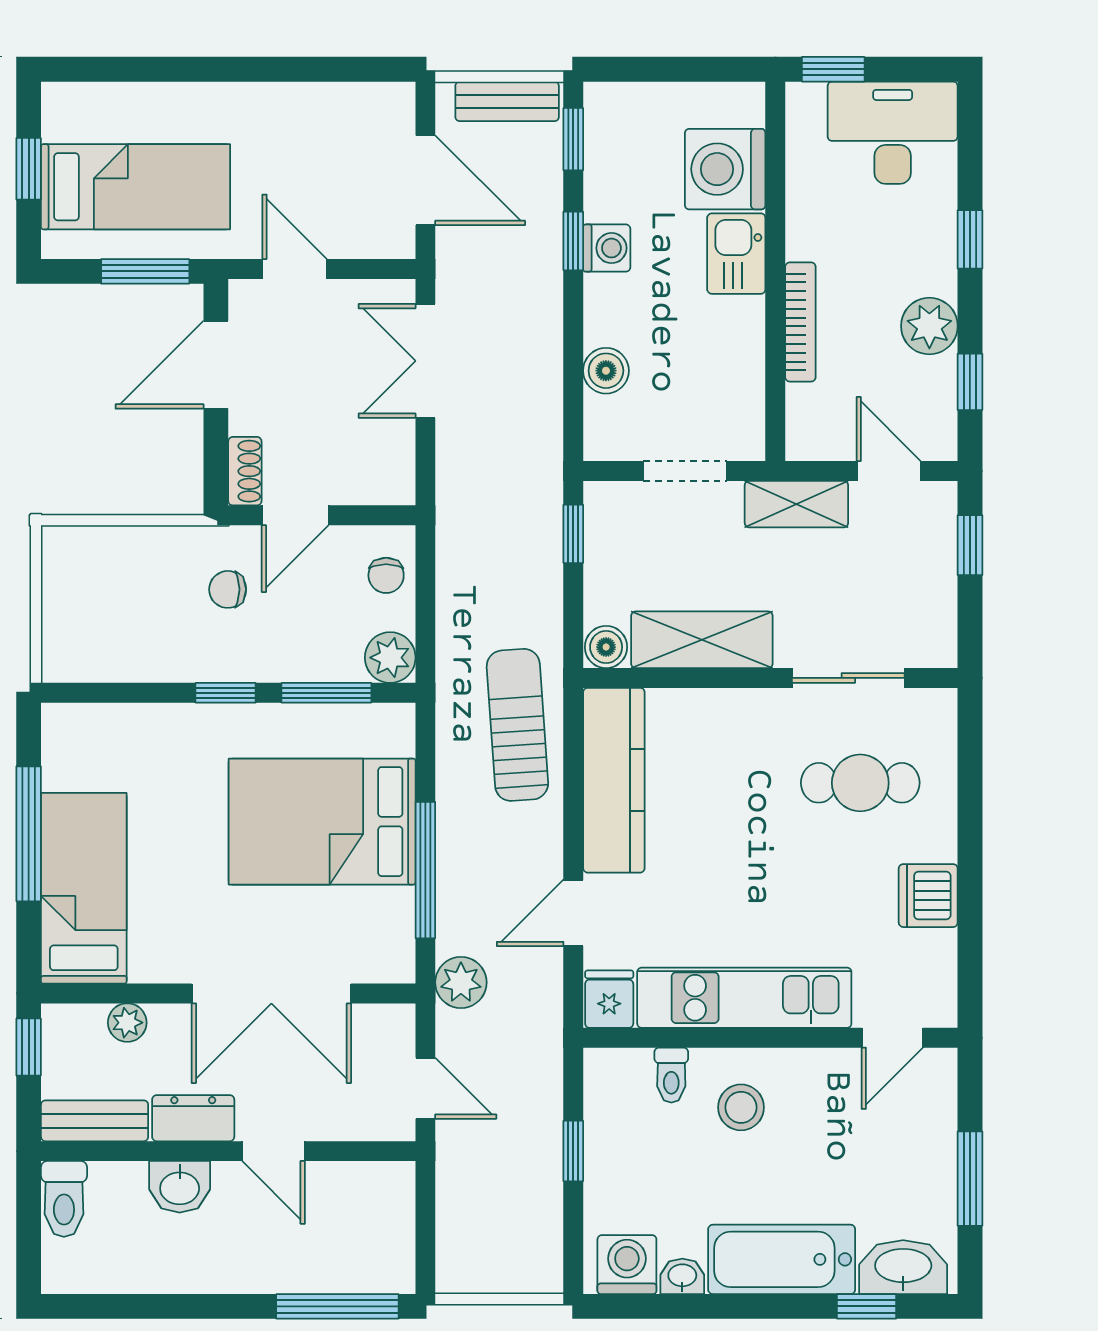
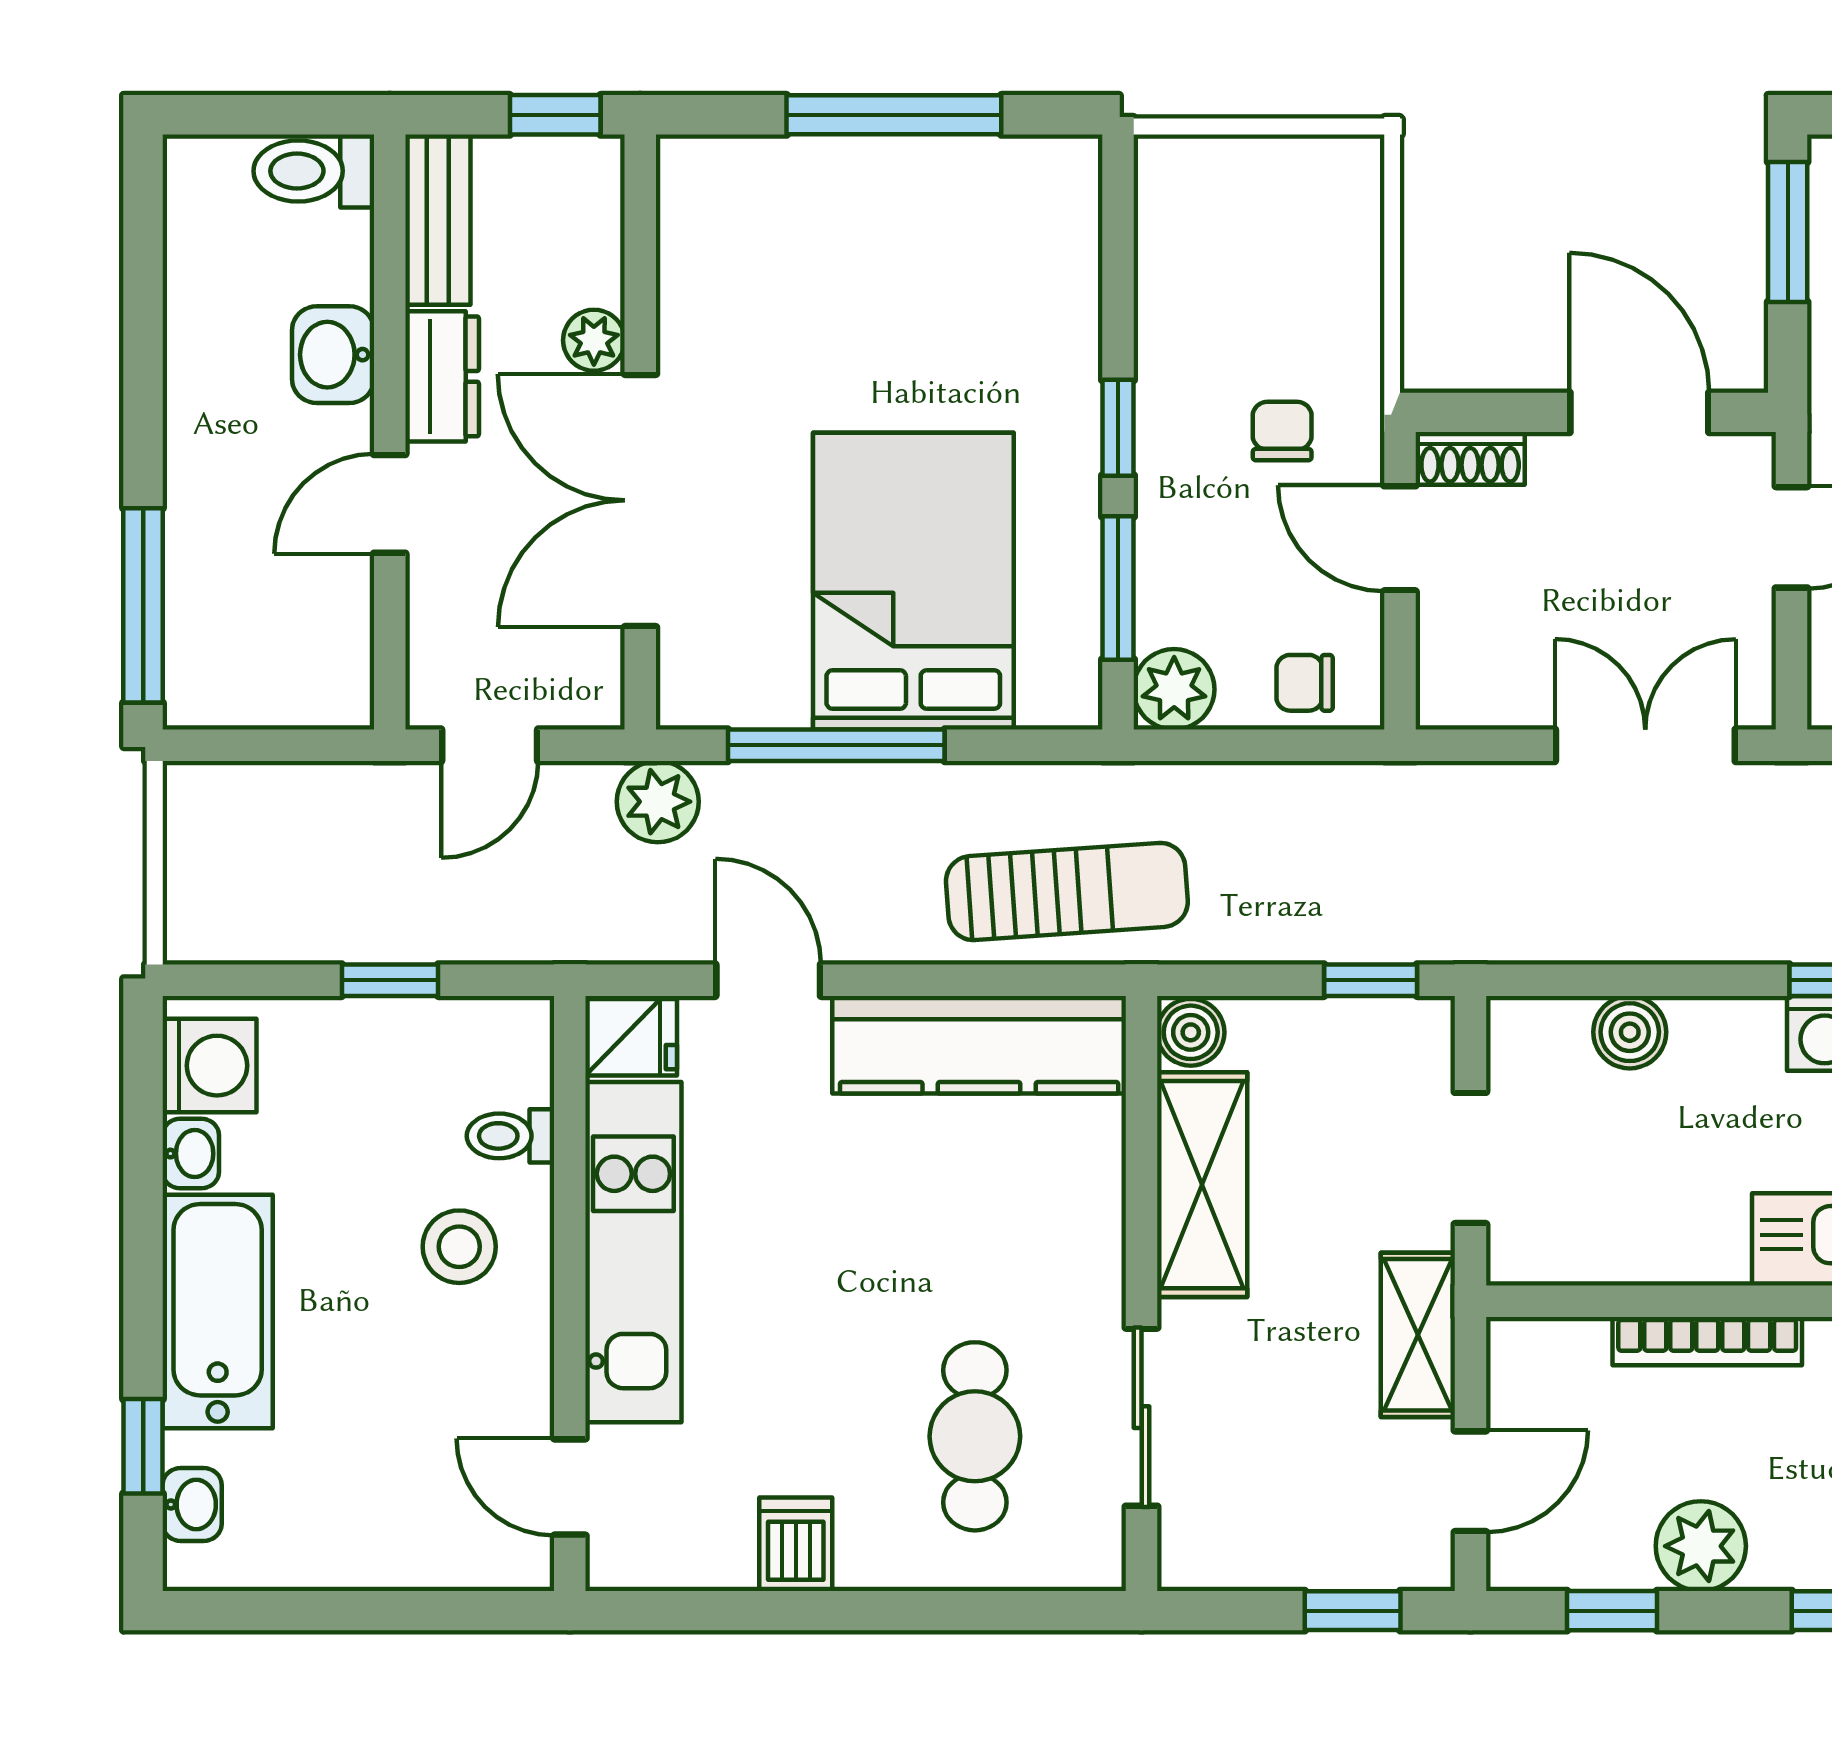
window: (145, 271) -> (1788, 232), moved
bed: (84, 888) -> (807, 203), removed
dishwasher: (928, 896) -> (796, 1544), width x0.73
plant: (127, 1023) -> (594, 340), moved
window: (970, 1179) -> (346, 1611), removed
washbasin: (903, 1267) -> (192, 1504), width x0.52, depth x0.69

